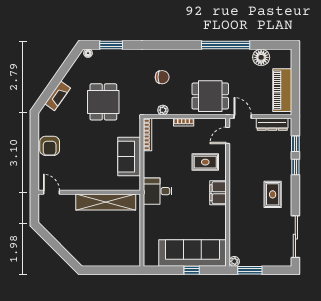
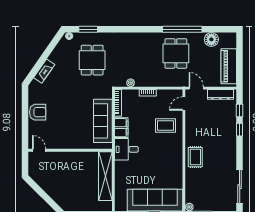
chair: (162, 77) -> (130, 56), removed
dining table: (210, 96) -> (176, 53), moved, turned 90
dining table: (103, 102) -> (92, 60), moved
armchair: (50, 146) -> (38, 112), turned -90
sofa: (129, 157) -> (103, 121), width x1.36
filing cabinet: (218, 193) -> (121, 128), moved, turned 180
rug: (273, 194) -> (195, 157), moved
shelving: (106, 202) -> (105, 176), moved, turned 90

